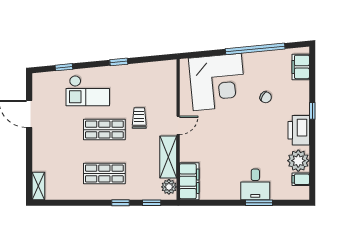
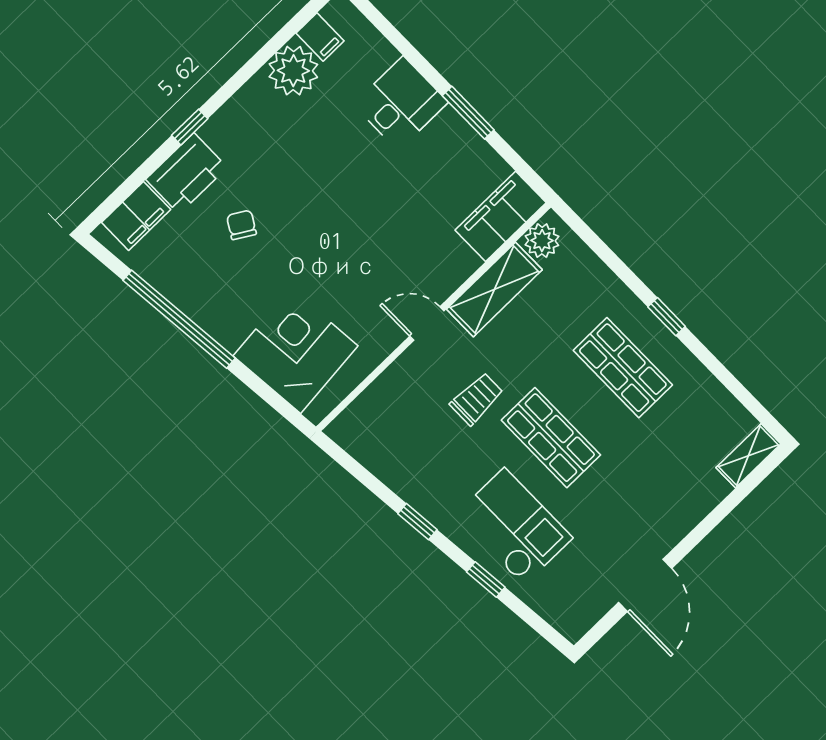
window: (64, 67) -> (486, 580), moved
corner desk: (217, 82) -> (295, 351), width x0.74, depth x0.74
trolley: (139, 118) -> (477, 399), turned 180
printer: (299, 130) -> (186, 173), moved
window: (120, 203) -> (667, 317), moved
window: (152, 203) -> (596, 244), removed
window: (259, 203) -> (468, 113), moved

